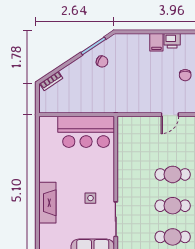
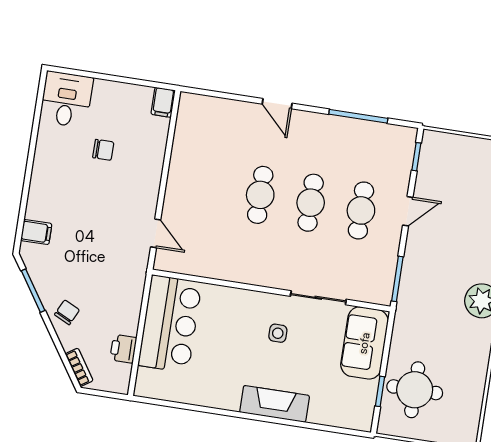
printer: (172, 41) -> (123, 349), moved, turned 180
filing cabinet: (156, 42) -> (36, 232), moved
chair: (102, 62) -> (67, 312), moved
door: (170, 115) -> (156, 233), moved

